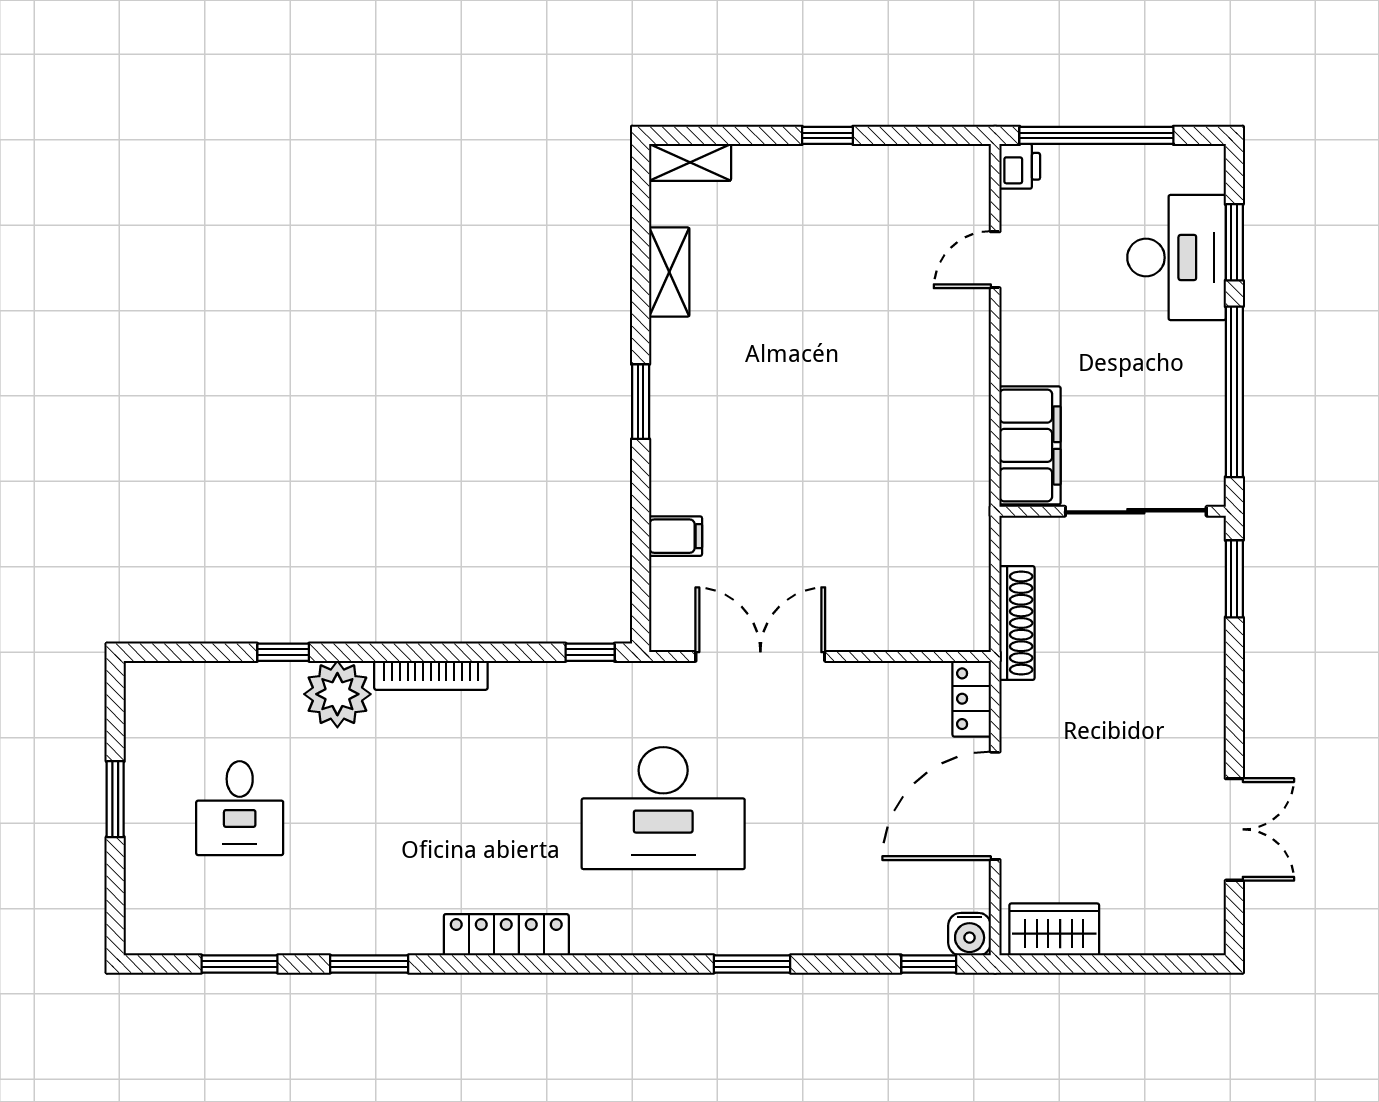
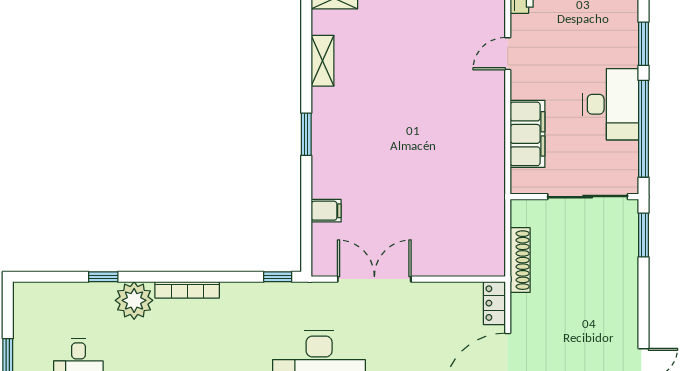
desk: (1177, 258) -> (611, 104), moved
filing cabinet: (1030, 445) -> (528, 134), moved

